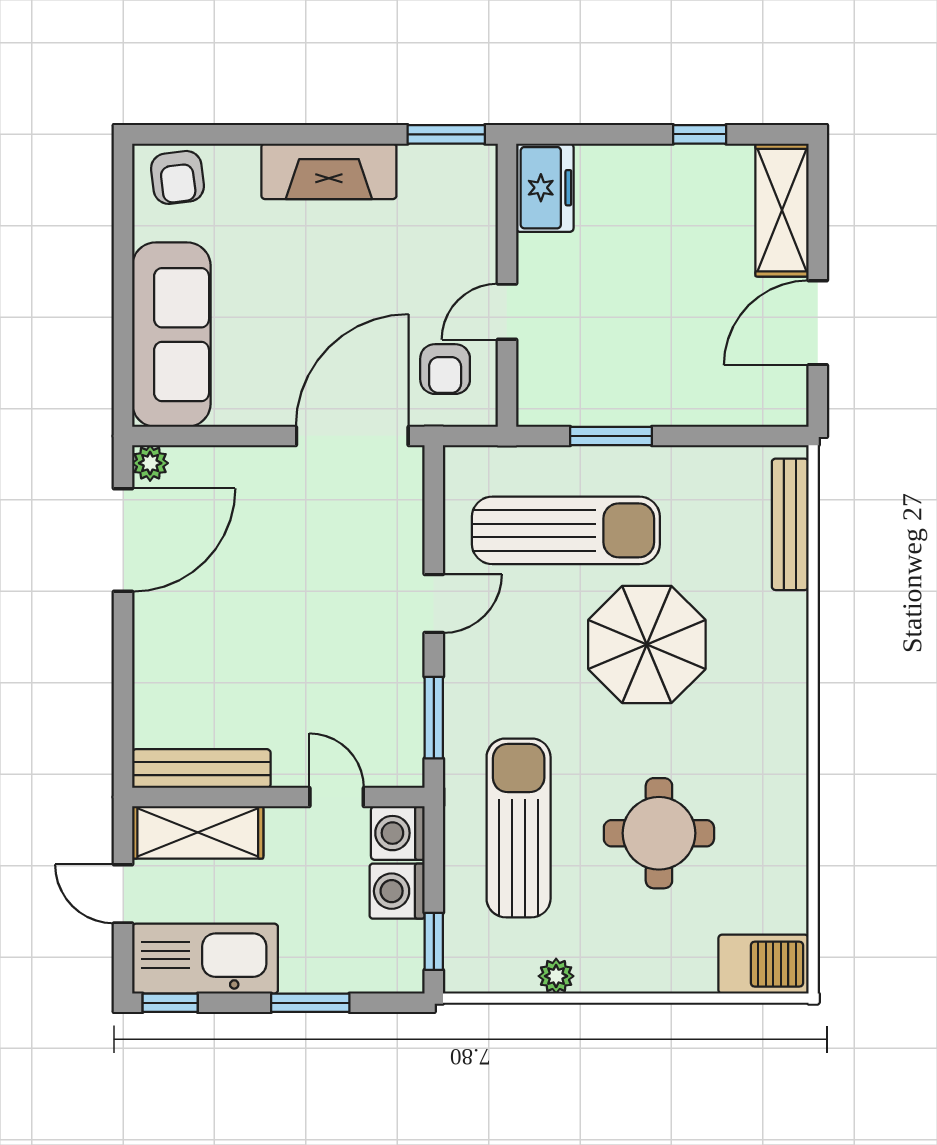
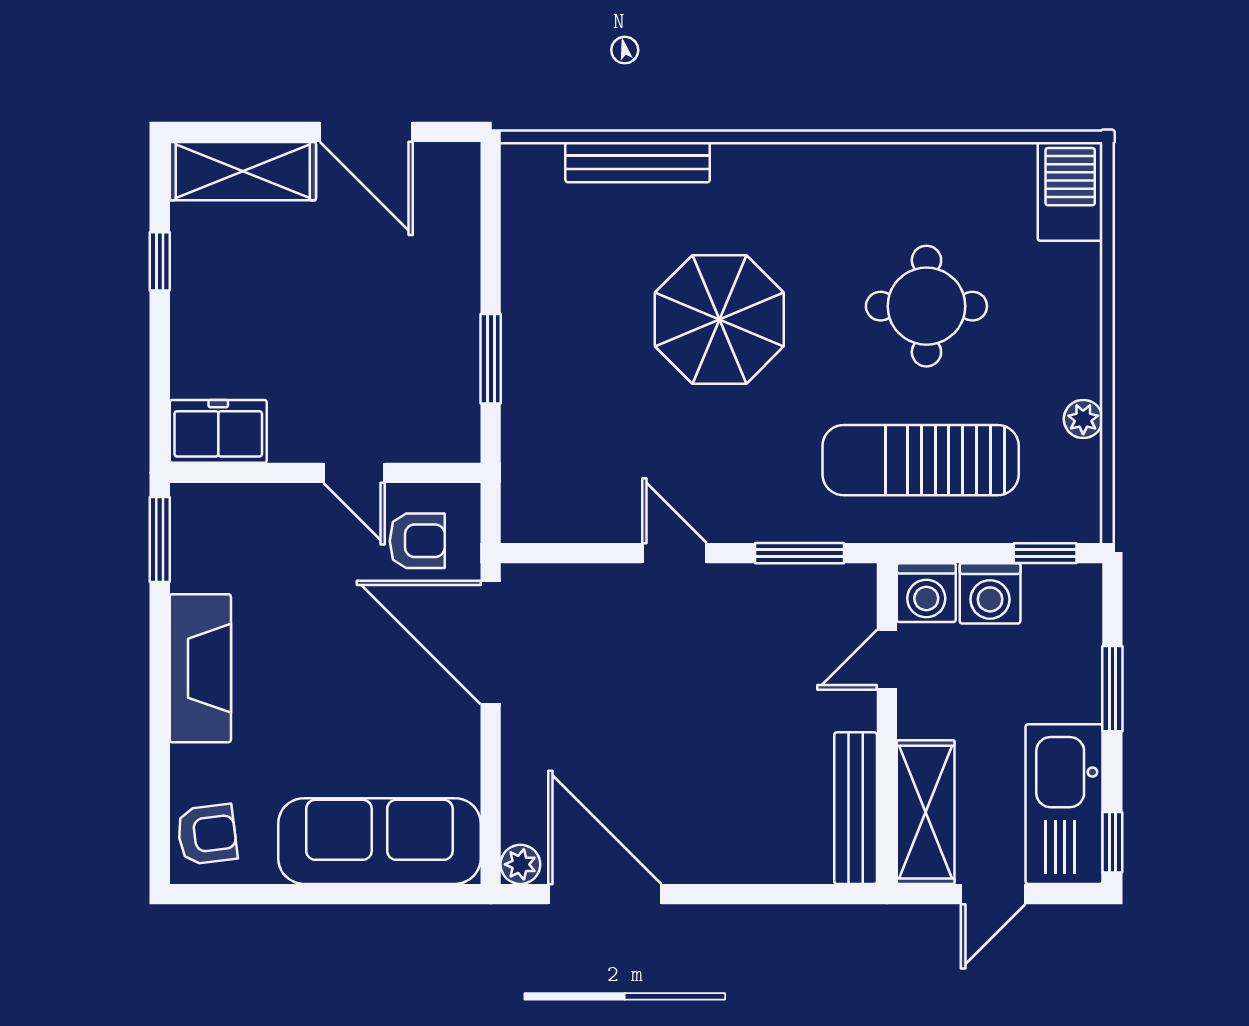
bench: (790, 524) -> (638, 162), moved
sun lounger: (566, 530) -> (594, 408), removed

